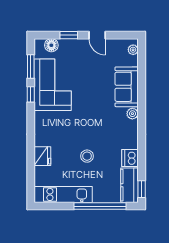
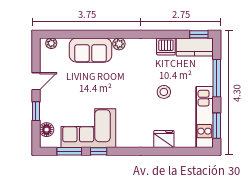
window: (55, 206) -> (217, 126), added
window: (100, 206) -> (217, 78), width x0.68

